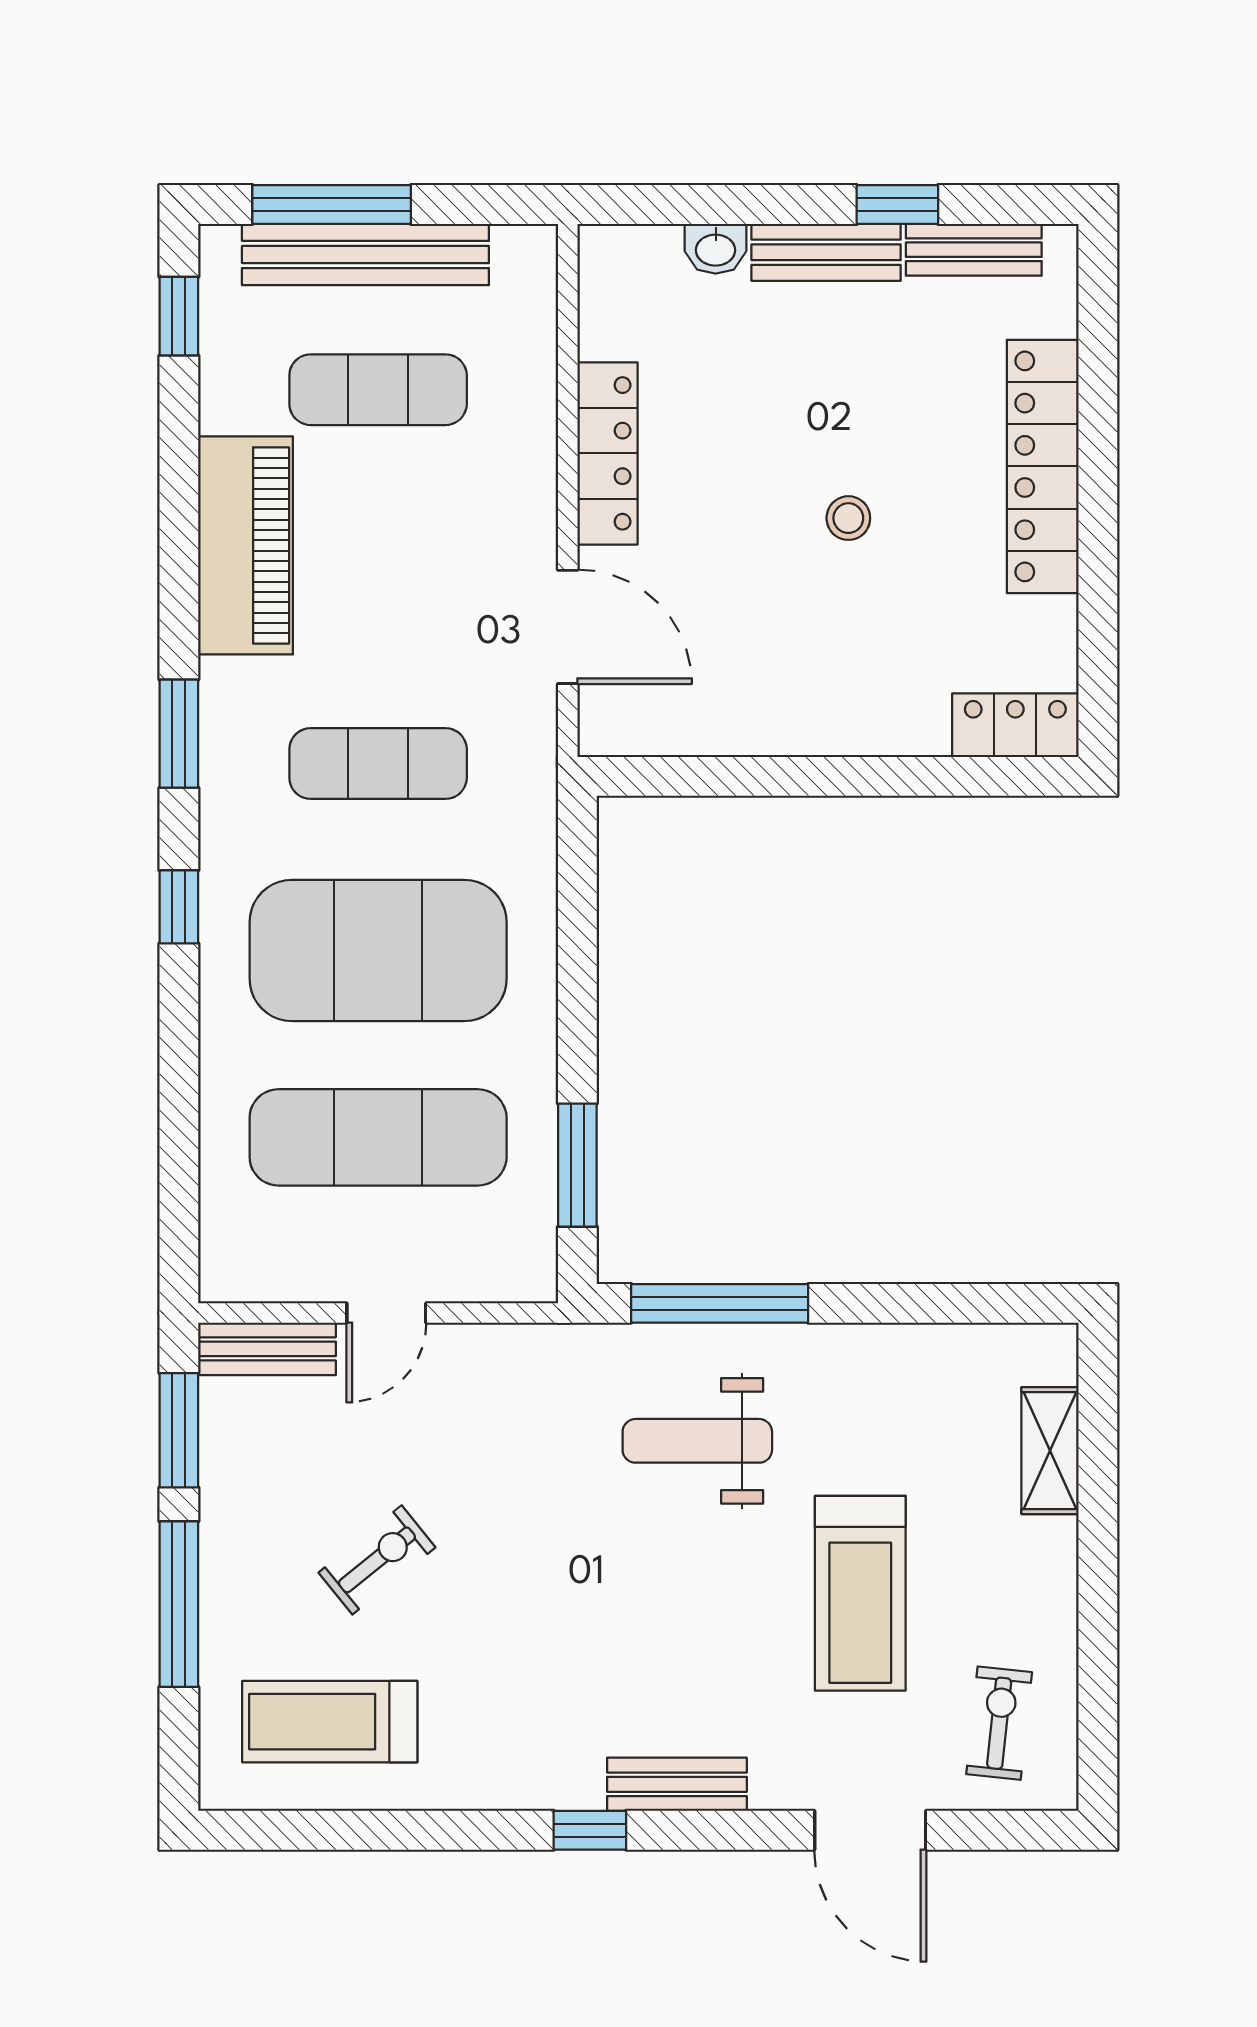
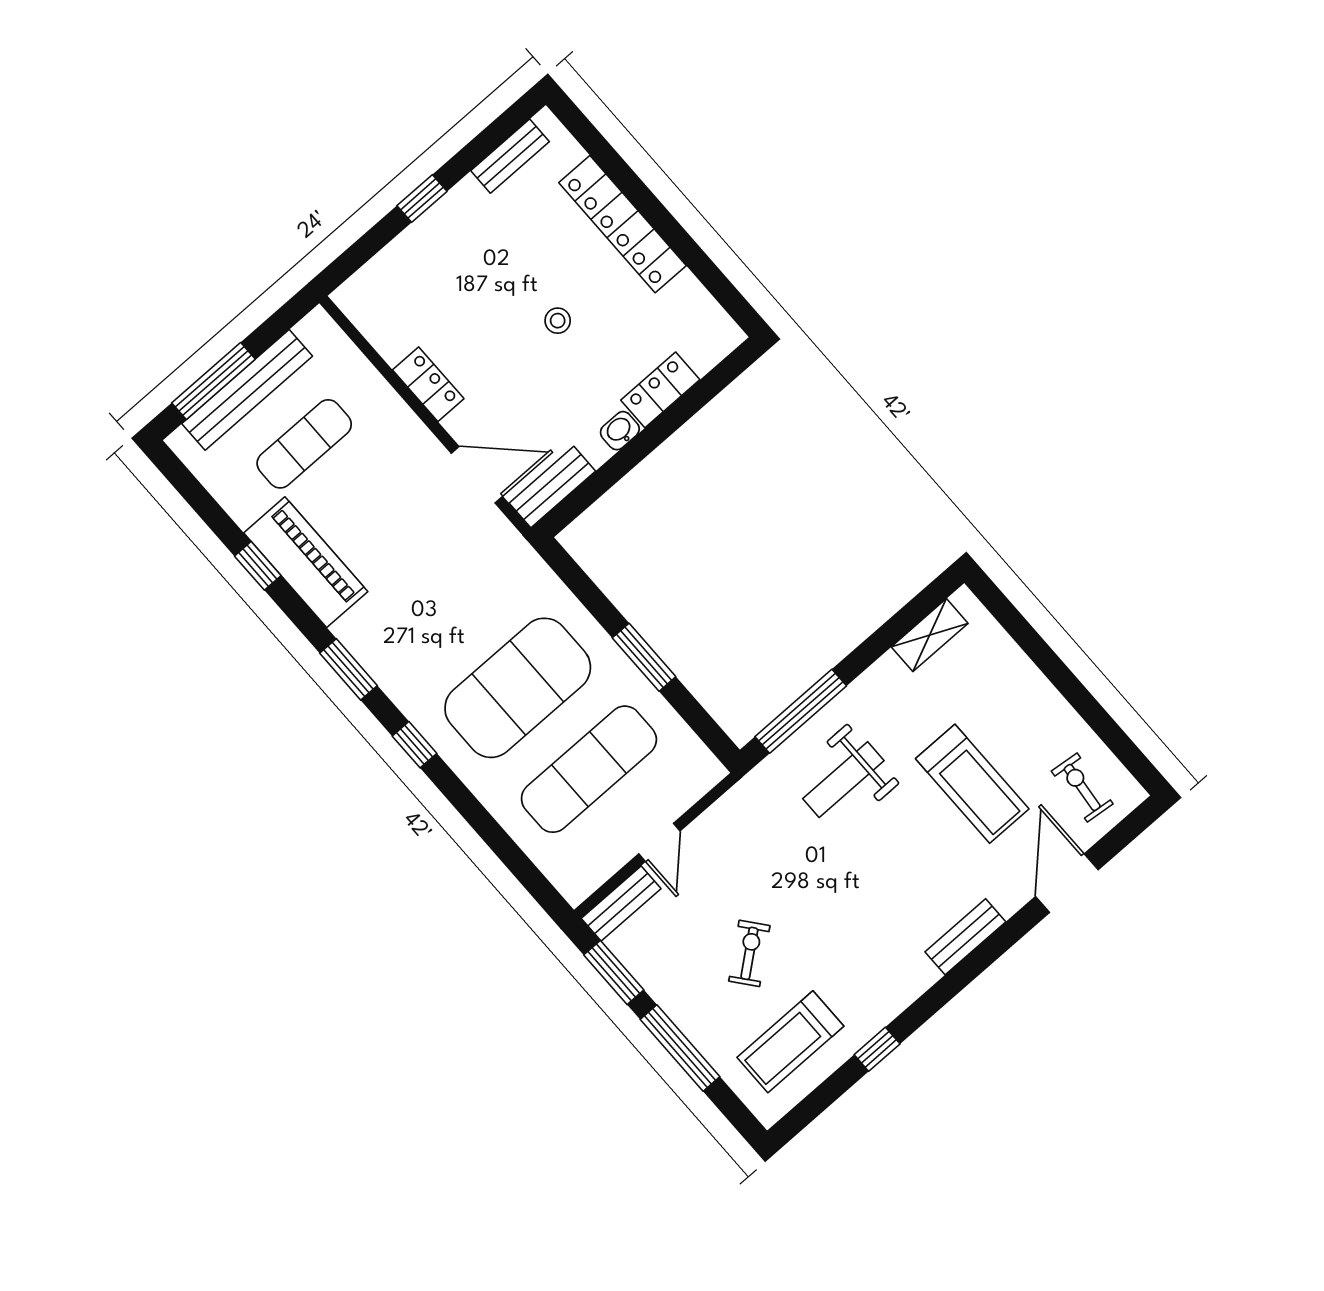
window: (897, 204) -> (422, 198), moved
washbasin: (716, 249) -> (620, 431), moved, turned 180
bench: (826, 252) -> (552, 487), moved
window: (179, 316) -> (258, 566), moved
locker: (607, 453) -> (428, 384), width x0.66
locker: (1015, 725) -> (660, 390), moved
exercise mat: (378, 764) -> (447, 607), removed
window: (577, 1165) -> (644, 657), moved
shelving: (1050, 1451) -> (930, 635), moved, turned 90
window: (590, 1830) -> (877, 1049), moved
door: (870, 1830) -> (1067, 883), swing flipped

